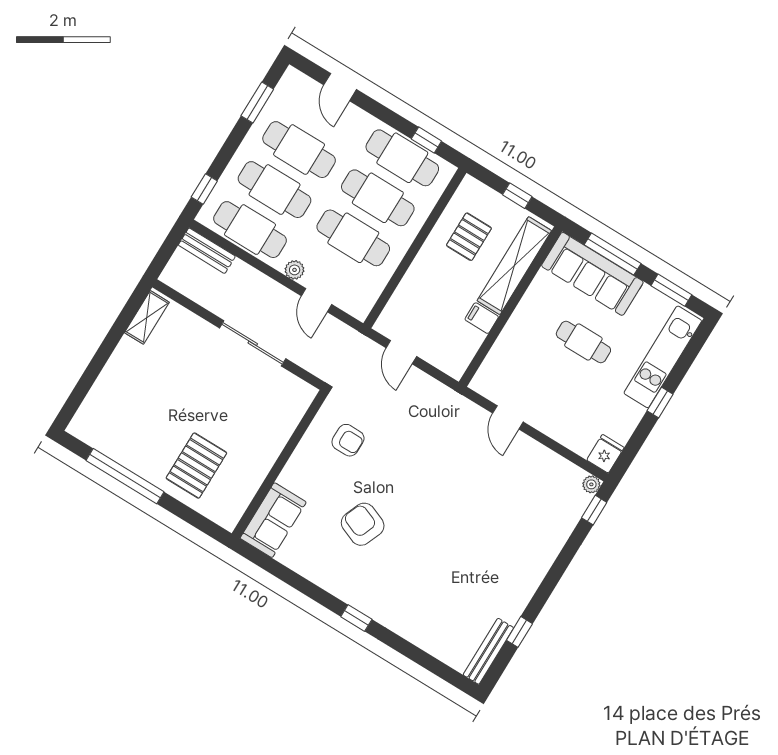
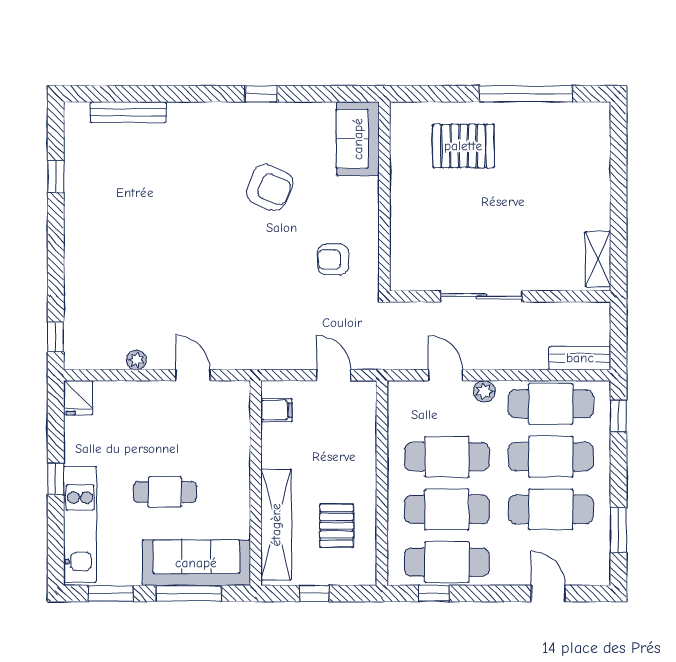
filing cabinet: (482, 318) -> (277, 410), moved
pallet: (196, 466) -> (463, 146), turned 90
plant: (591, 484) -> (136, 360), moved
window: (356, 618) -> (261, 94), moved
bench: (488, 651) -> (128, 112), moved, turned 90

